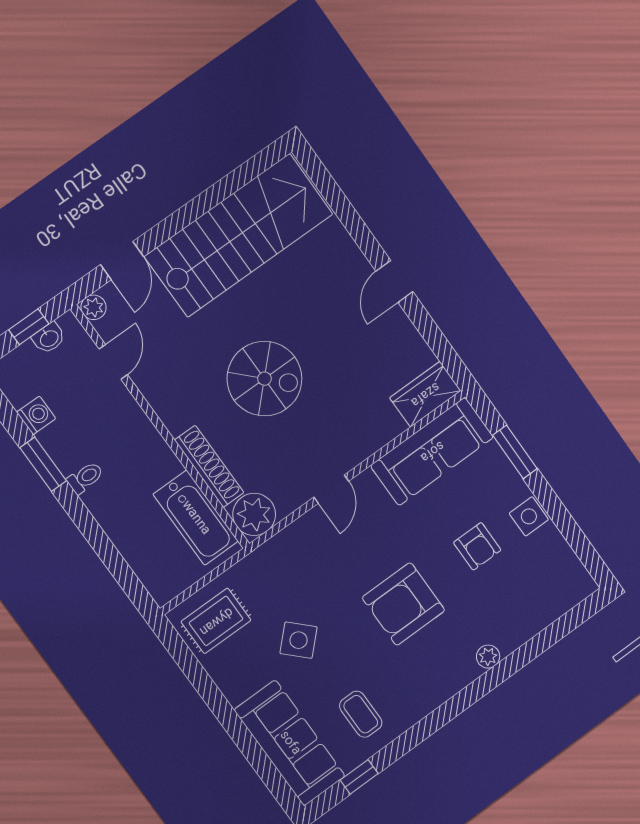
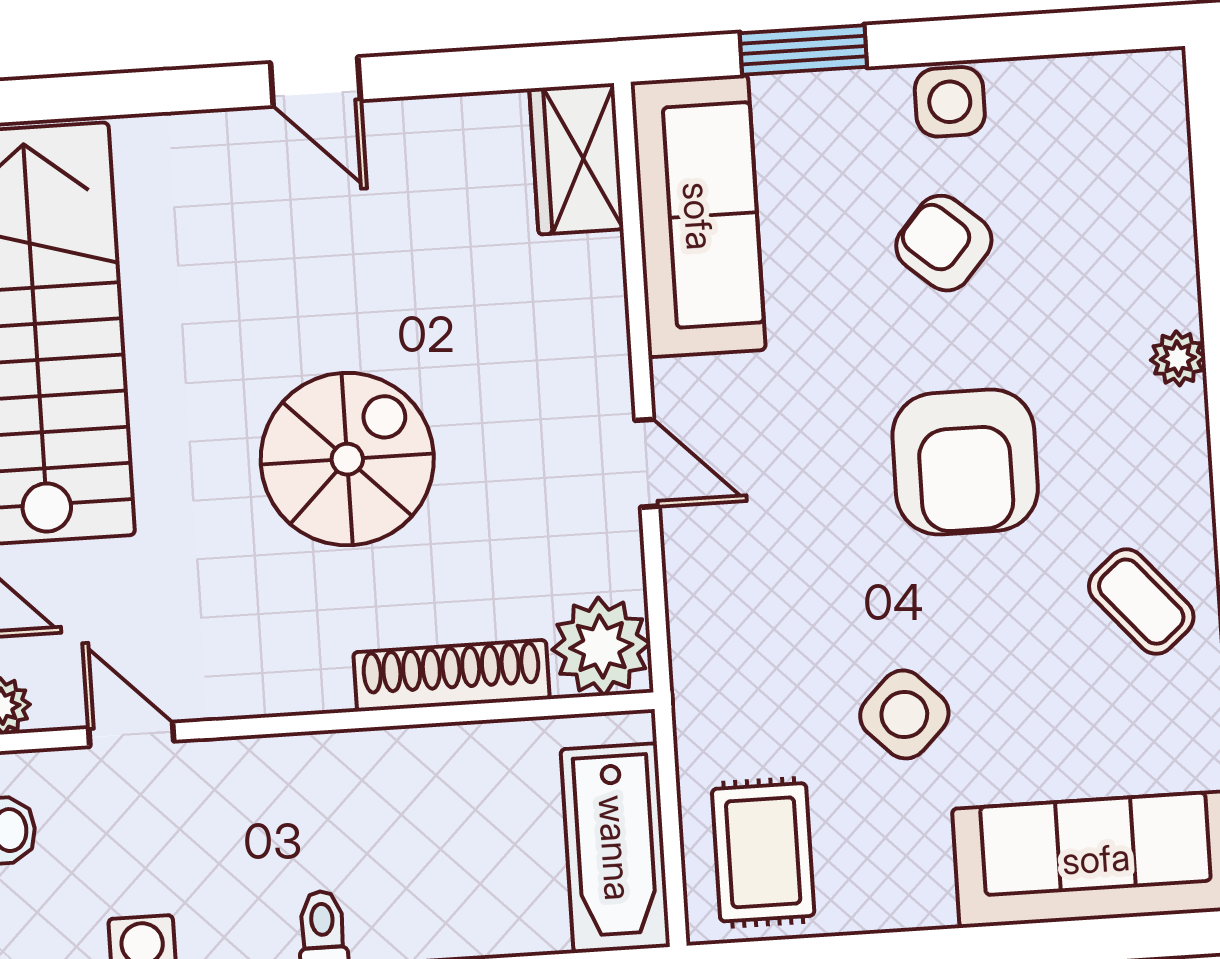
bathtub: (196, 518) -> (615, 848), moved, turned 90
armchair: (477, 546) -> (944, 243), turned -139
coffee table: (361, 714) -> (1141, 602), moved, turned 49

